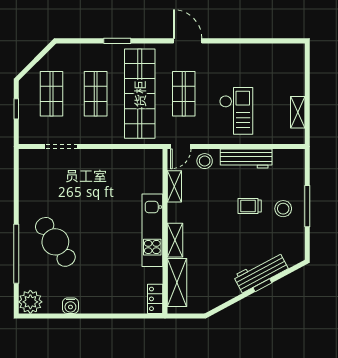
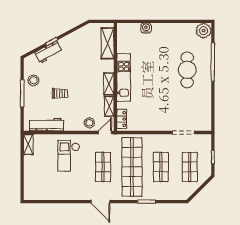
shelving: (298, 112) -> (28, 144), moved
workbench: (246, 159) -> (47, 125), moved
stool: (283, 209) -> (33, 80), moved
shelving: (175, 240) -> (109, 84), moved
cafe table: (55, 242) -> (187, 70), turned 34
workbench: (261, 272) -> (48, 52), width x0.73
locker: (155, 299) -> (122, 119), moved
water cooler: (70, 306) -> (146, 28), moved

